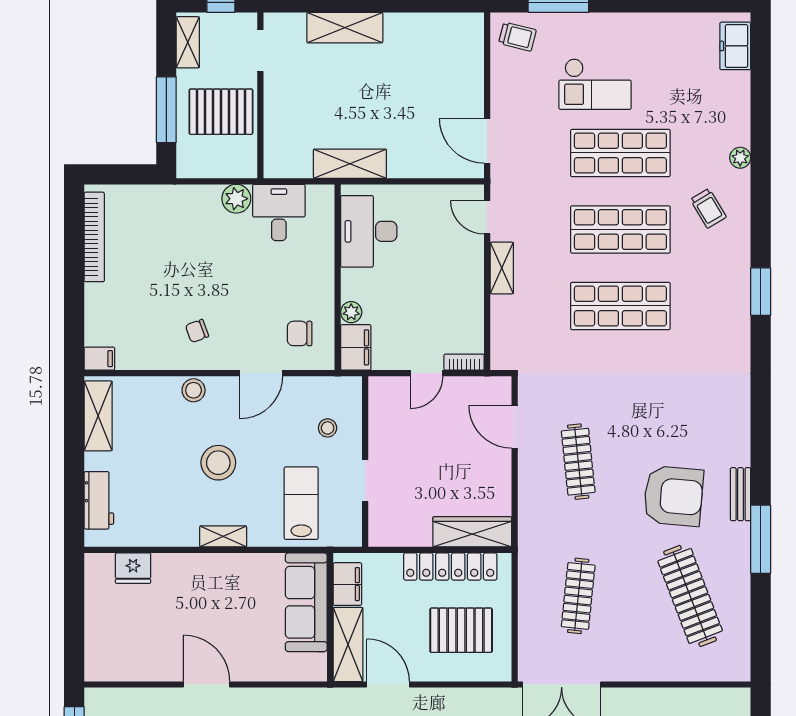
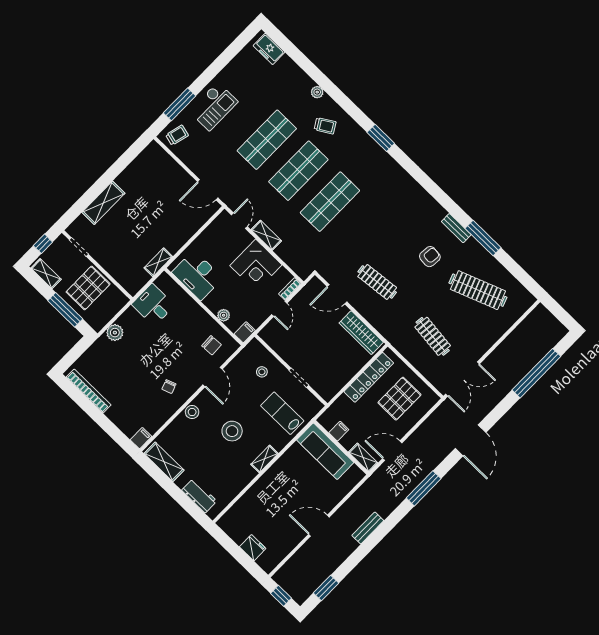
checkout: (595, 84) -> (213, 106), moved
shelving: (350, 164) -> (158, 262), width x0.67, depth x0.75
plant: (236, 199) -> (115, 333), moved
door: (487, 217) -> (239, 221), swing flipped
corner desk: (452, 291) -> (256, 265), added
chair: (300, 333) -> (212, 345), turned -93
filing cabinet: (356, 347) -> (245, 332), width x0.50
armchair: (673, 496) -> (430, 257), width x0.53, depth x0.53
wardrobe: (472, 532) -> (361, 333), moved, turned -90
fridge: (133, 568) -> (253, 548), moved, turned -90
filing cabinet: (347, 584) -> (339, 431), width x0.50
shelving: (348, 644) -> (363, 458), width x0.67, depth x0.75

